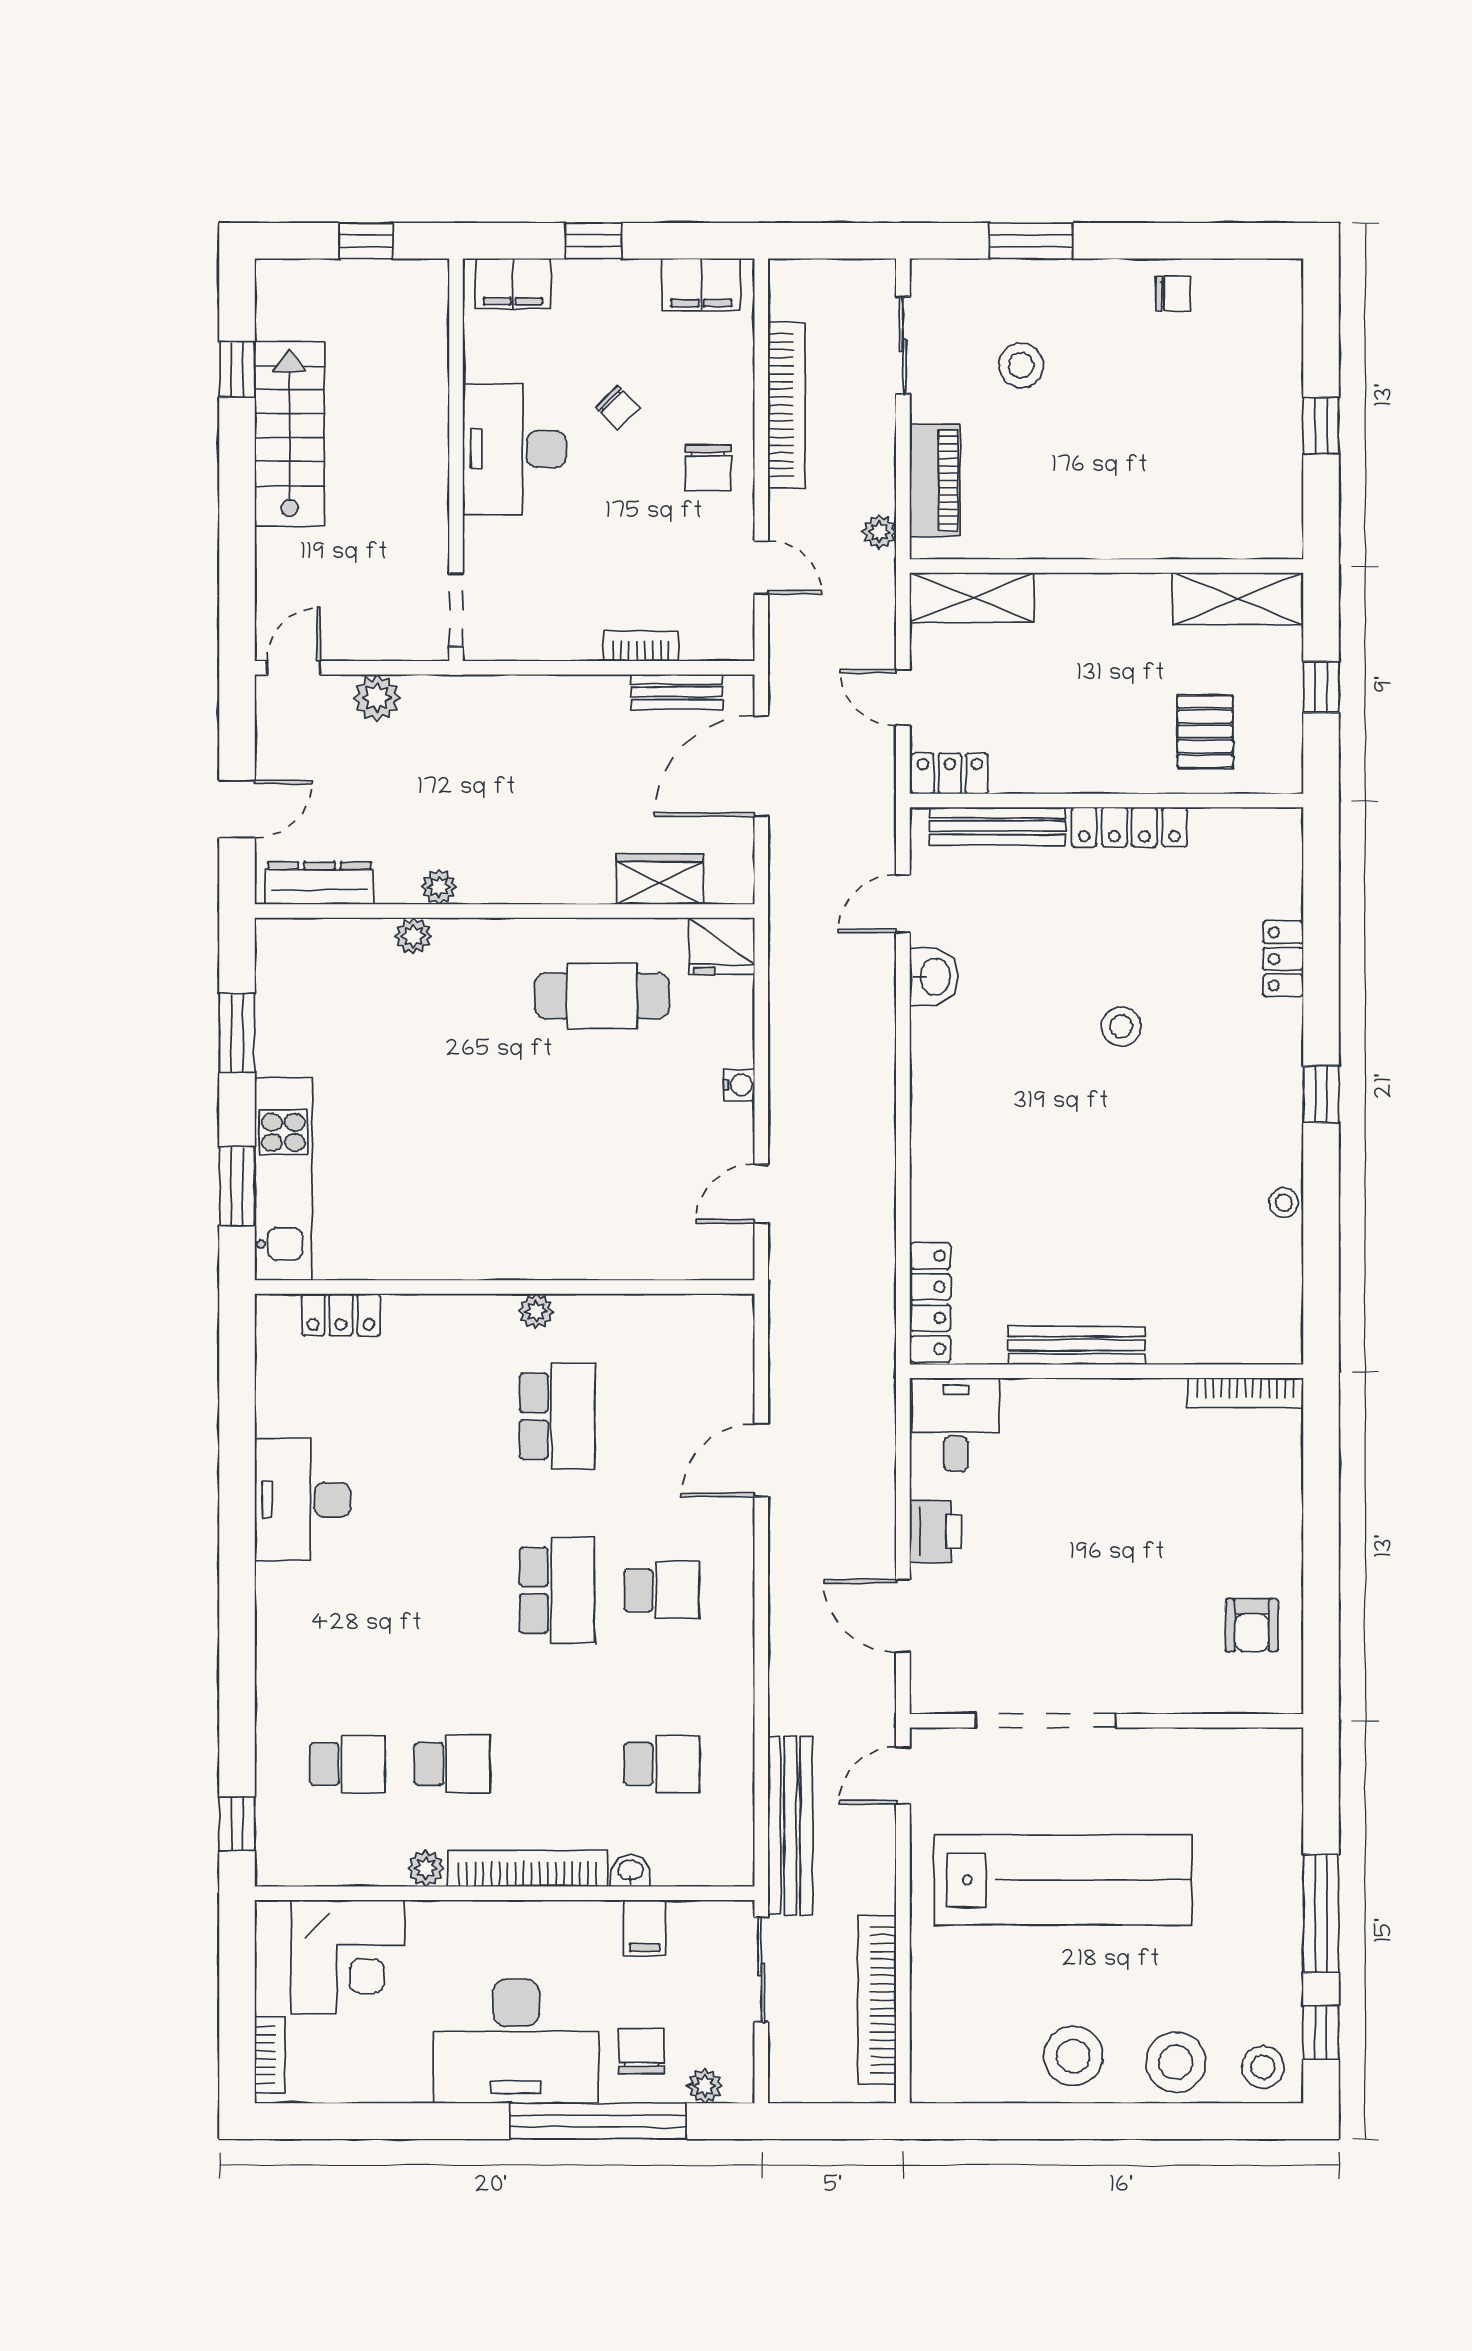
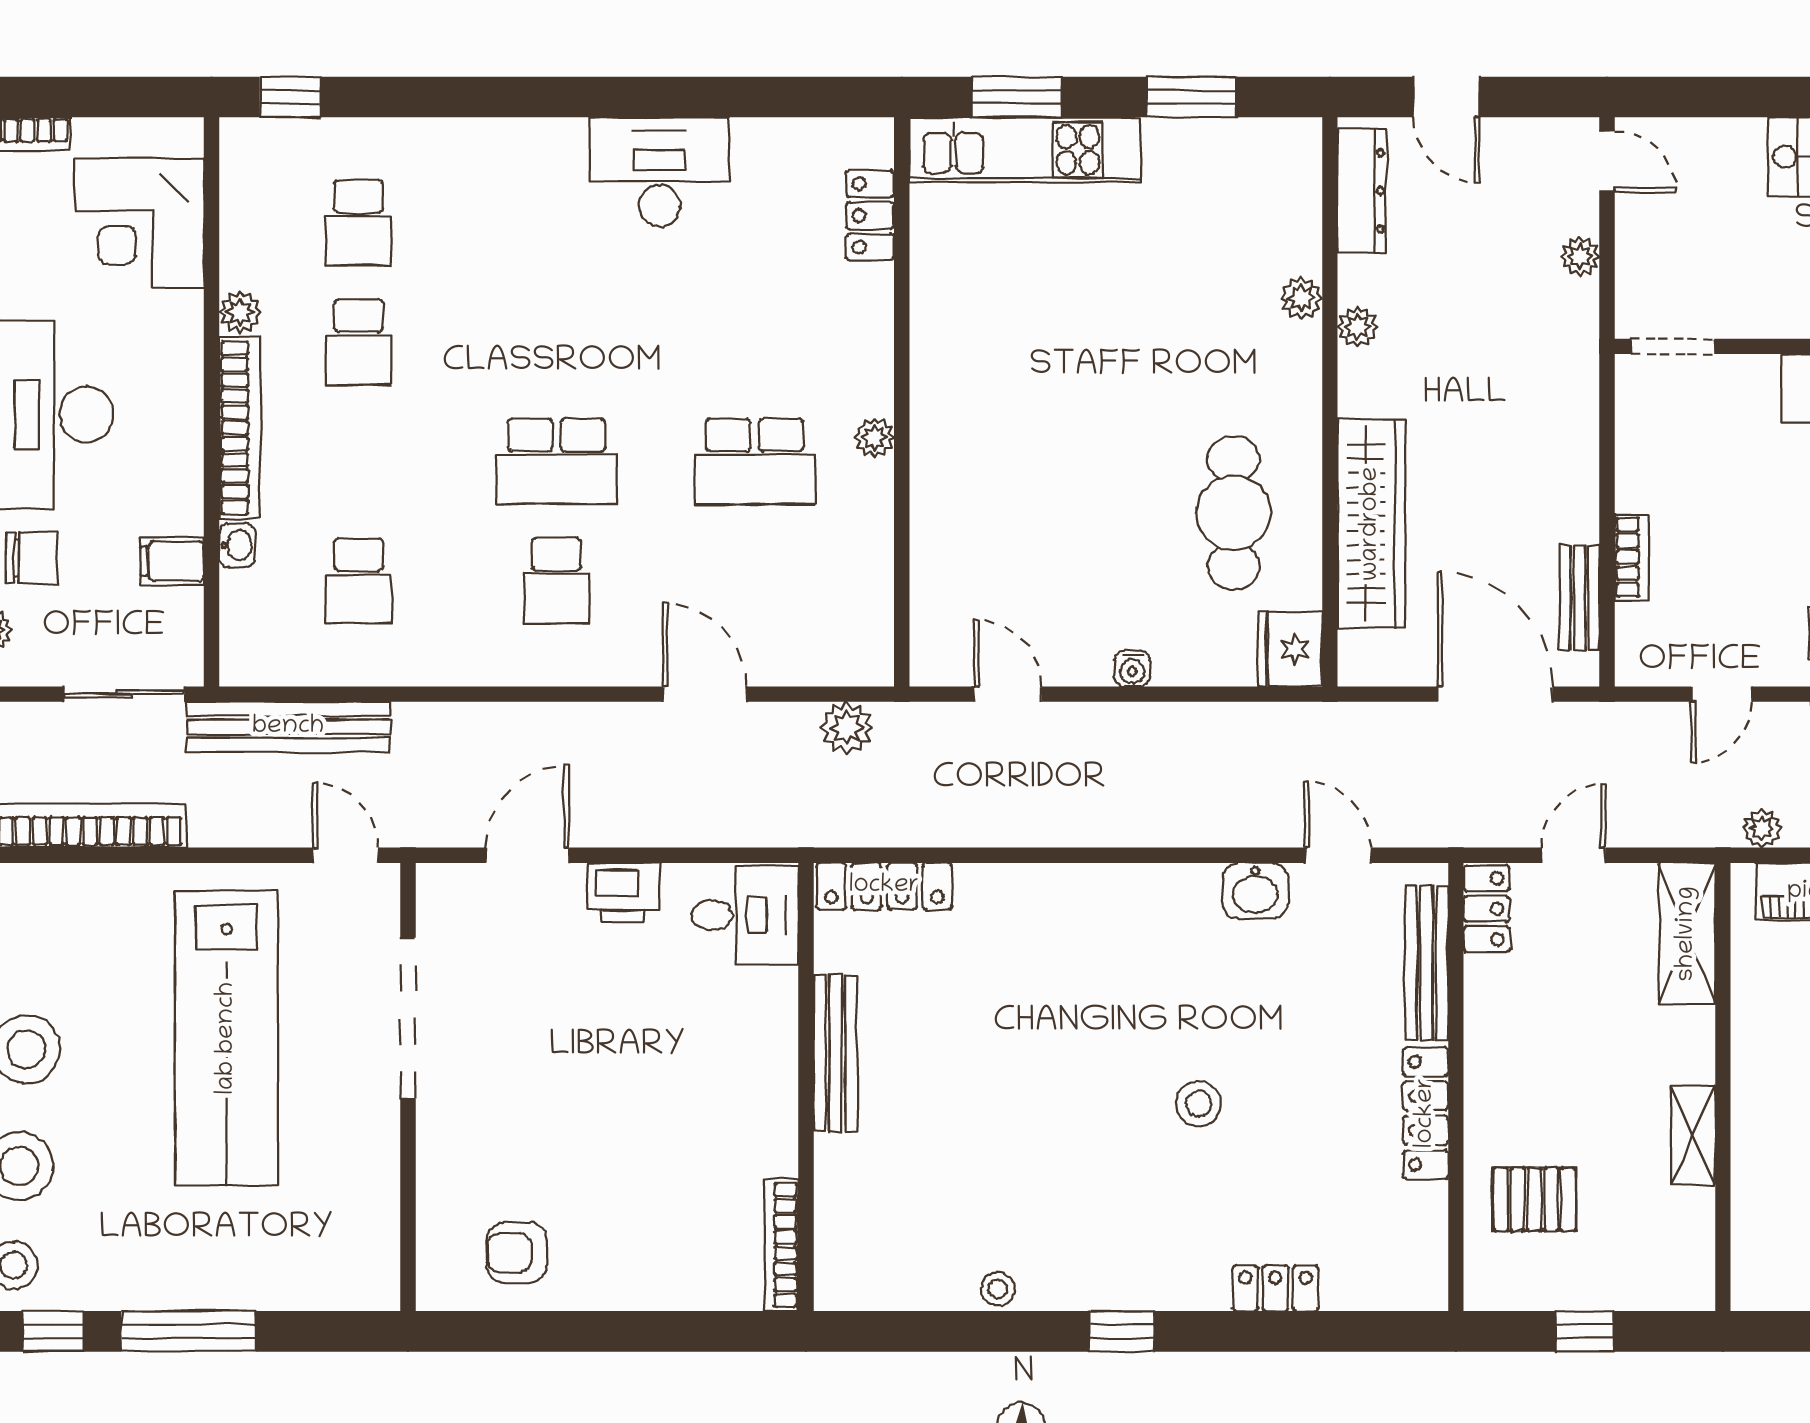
shelving: (1238, 599) -> (1693, 1135), moved, width x0.67, depth x0.75
plant: (377, 698) -> (1580, 256), width x0.73, depth x0.73
wardrobe: (660, 879) -> (1371, 524), width x2.10, depth x1.17
plant: (791, 1335) -> (847, 728), added

